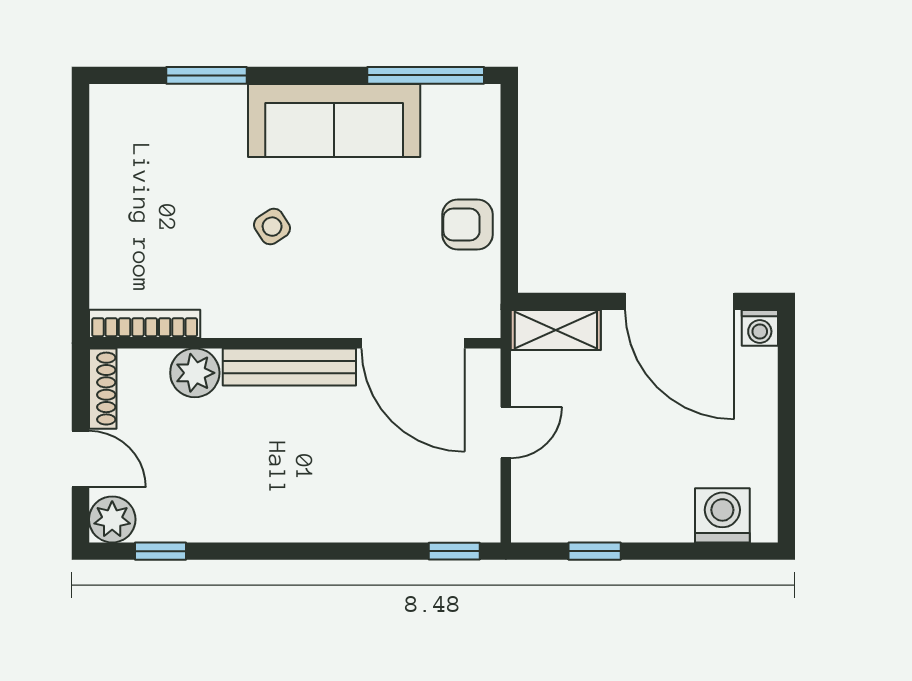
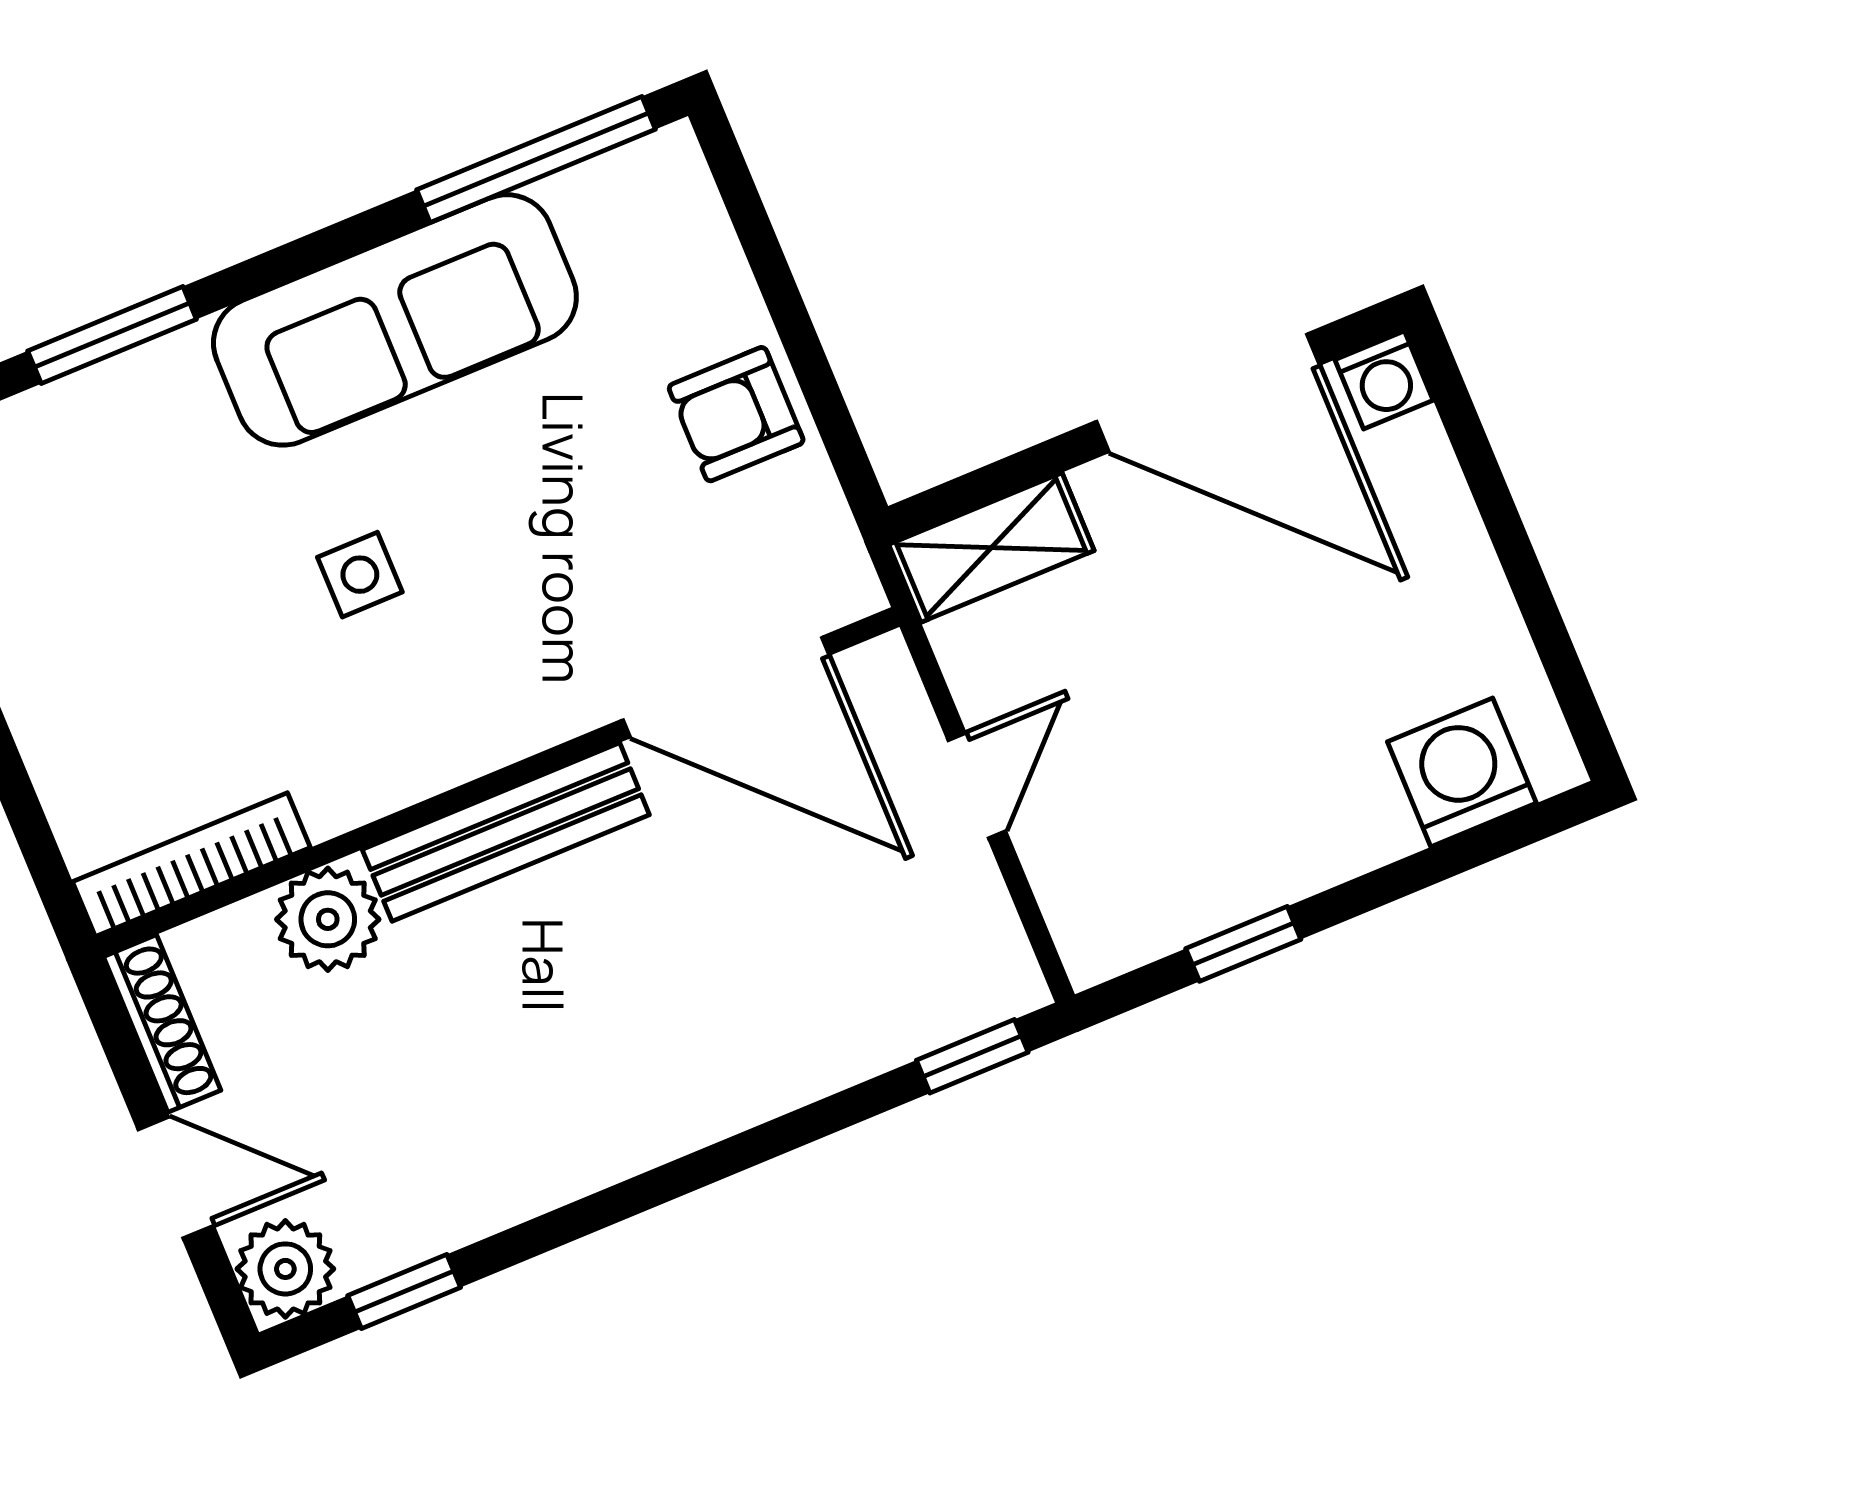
side table: (272, 227) -> (360, 575), turned 33

